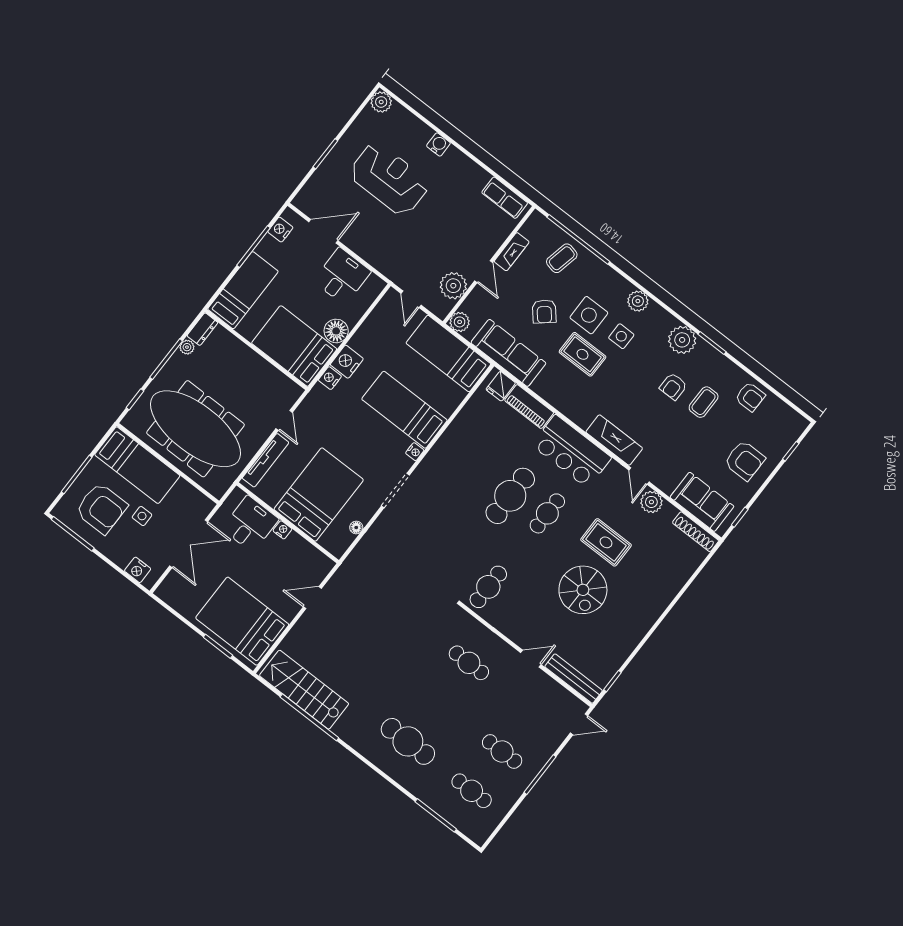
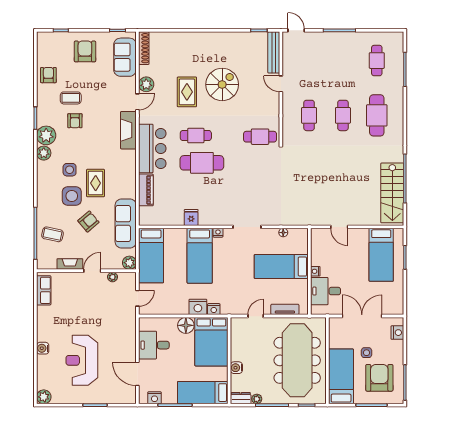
plant: (453, 286) -> (113, 277), width x0.53, depth x0.53
plant: (638, 301) -> (44, 153), moved
water cooler: (242, 352) -> (236, 368), added
fridge: (501, 386) -> (191, 217), moved, turned -90
armchair: (673, 386) -> (75, 121), turned 90
tv unit: (266, 460) -> (285, 309), width x0.71
bed: (319, 495) -> (281, 267), width x0.67
bed: (242, 621) -> (381, 255), width x0.67
cafe table: (502, 751) -> (343, 115), moved

